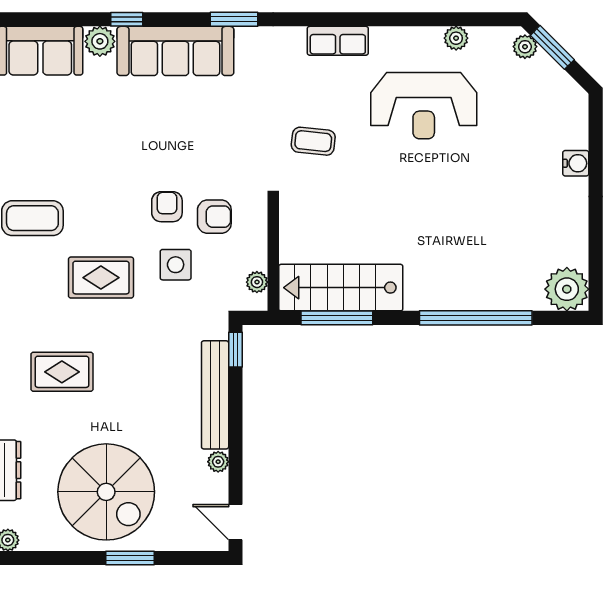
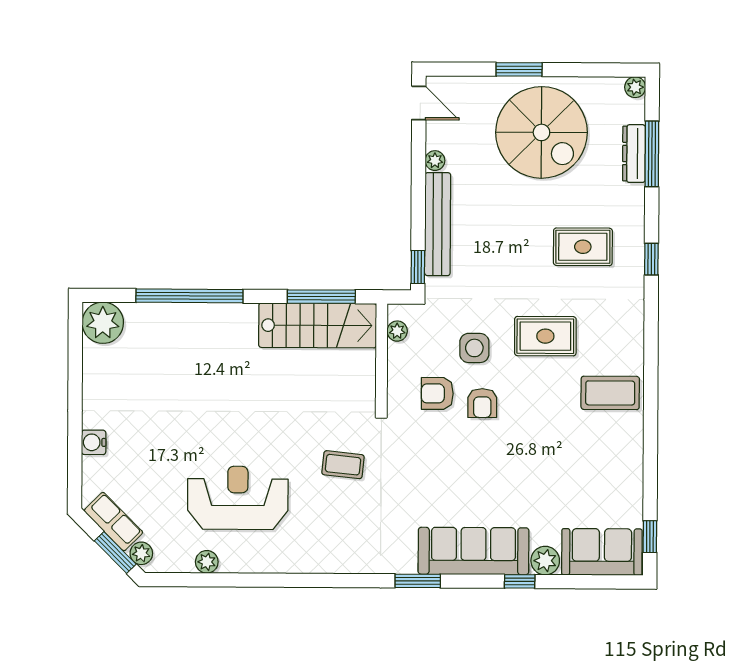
row of seats: (338, 41) -> (113, 522), moved, turned 45
spiral stairs: (106, 492) -> (541, 132), turned 180

